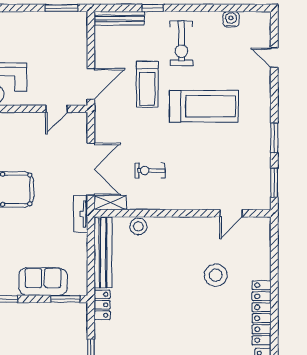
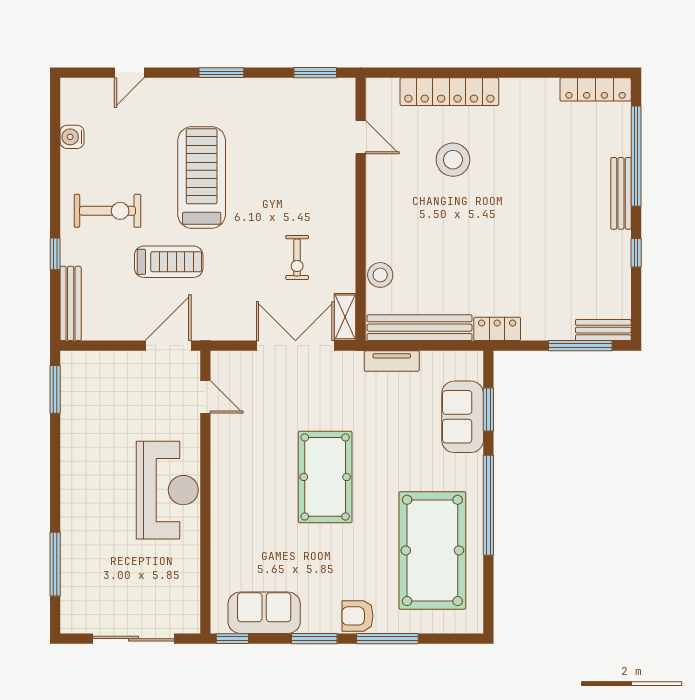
door: (91, 84) -> (168, 346), hinge flipped
window: (274, 138) -> (221, 73), moved
tv unit: (81, 214) -> (392, 361), moved
window: (65, 299) -> (488, 409), moved
locker: (262, 313) -> (449, 92), moved

